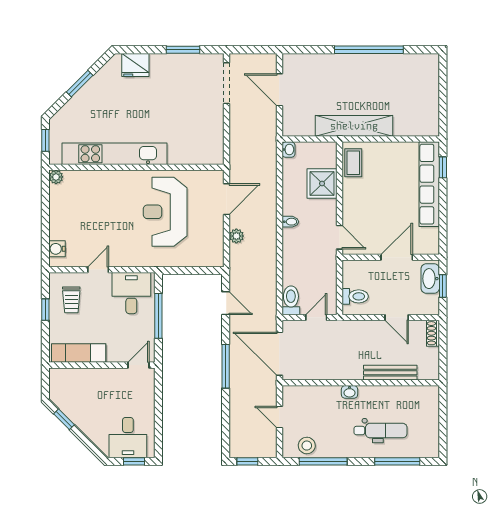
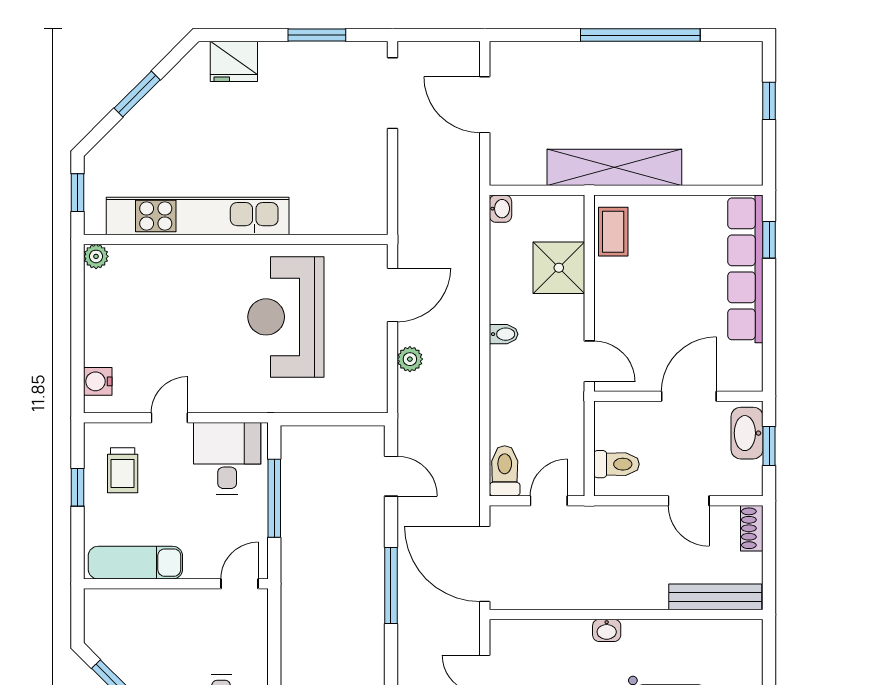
window: (443, 88) -> (769, 101), added
bench: (390, 373) -> (715, 597), moved

